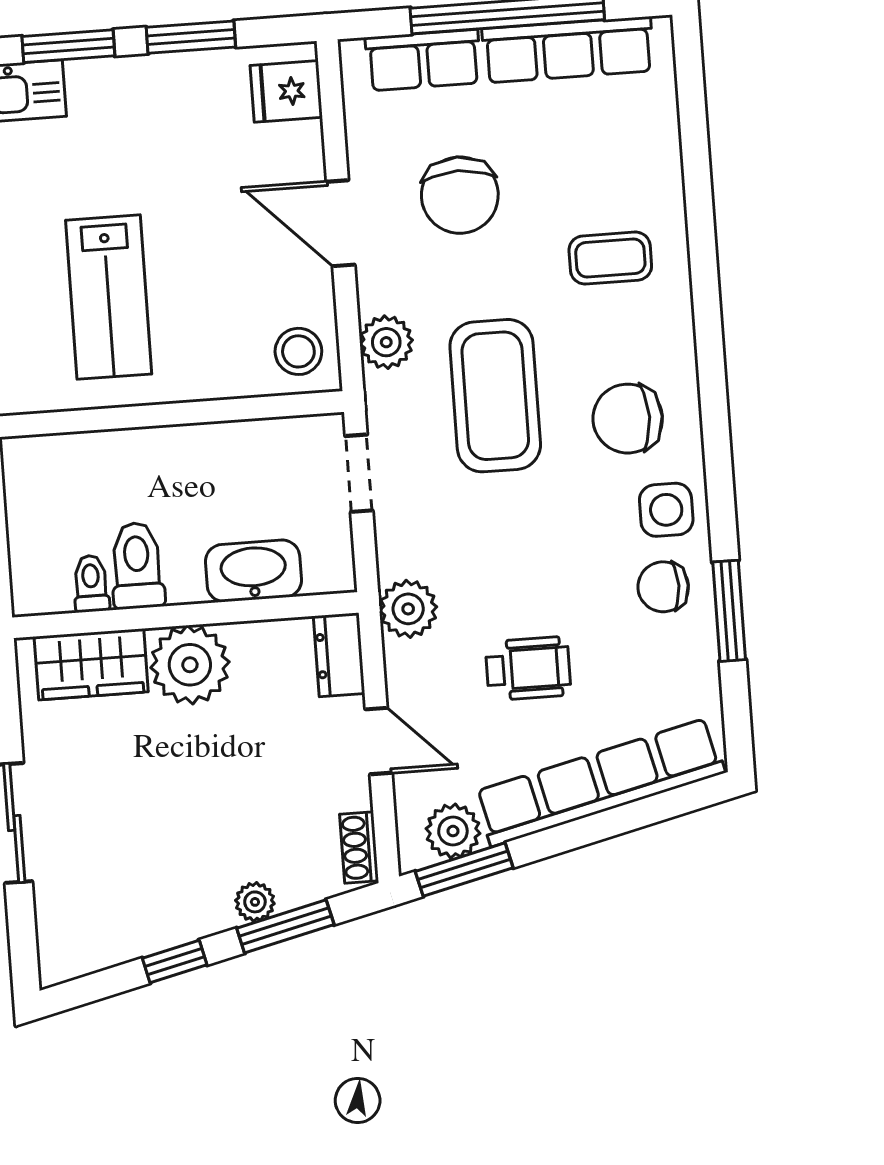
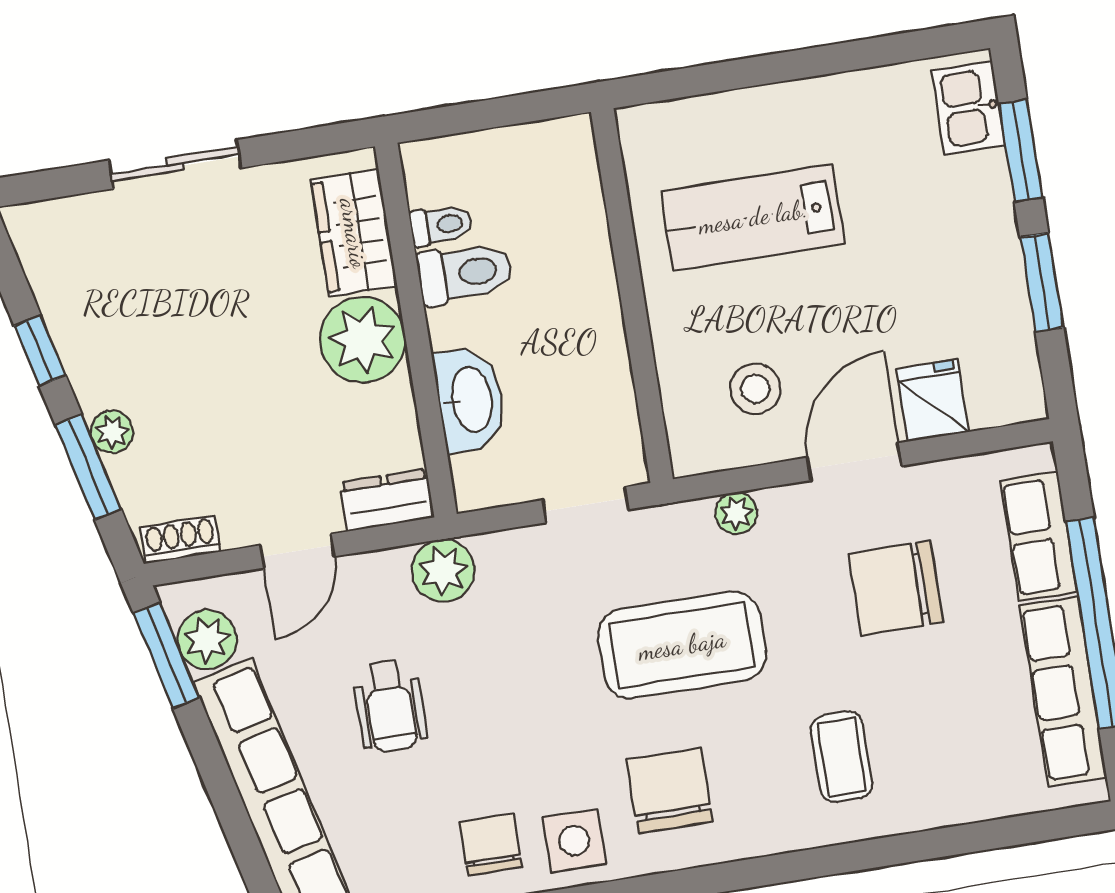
fridge: (286, 91) -> (933, 400), moved
plant: (386, 342) -> (736, 513), width x0.73, depth x0.73
stool: (298, 351) -> (755, 389), moved

